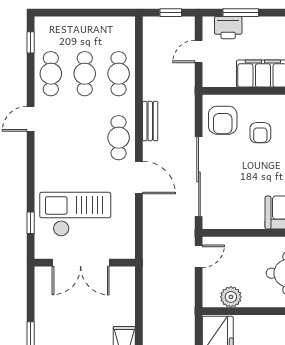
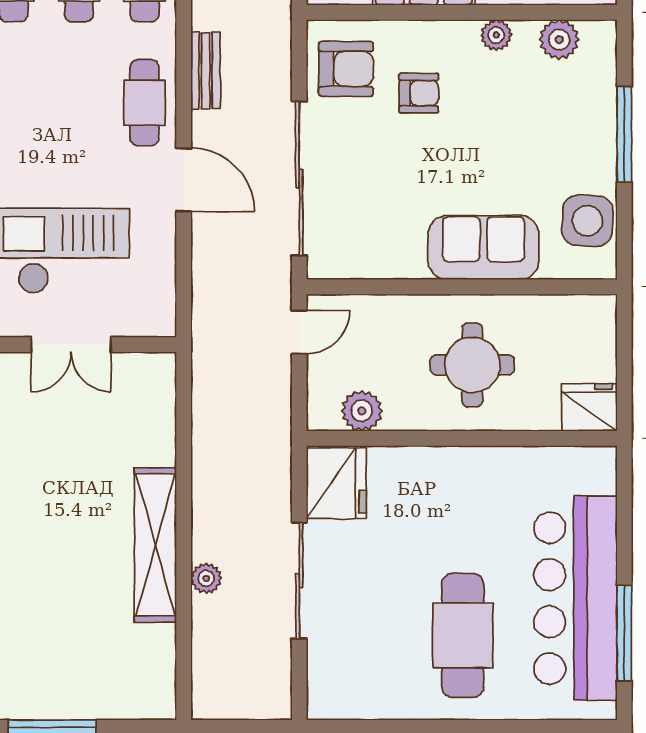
armchair: (223, 120) -> (346, 69), turned -90
armchair: (260, 133) -> (419, 93), turned -90
double door: (81, 263) -> (71, 345), width x0.73

